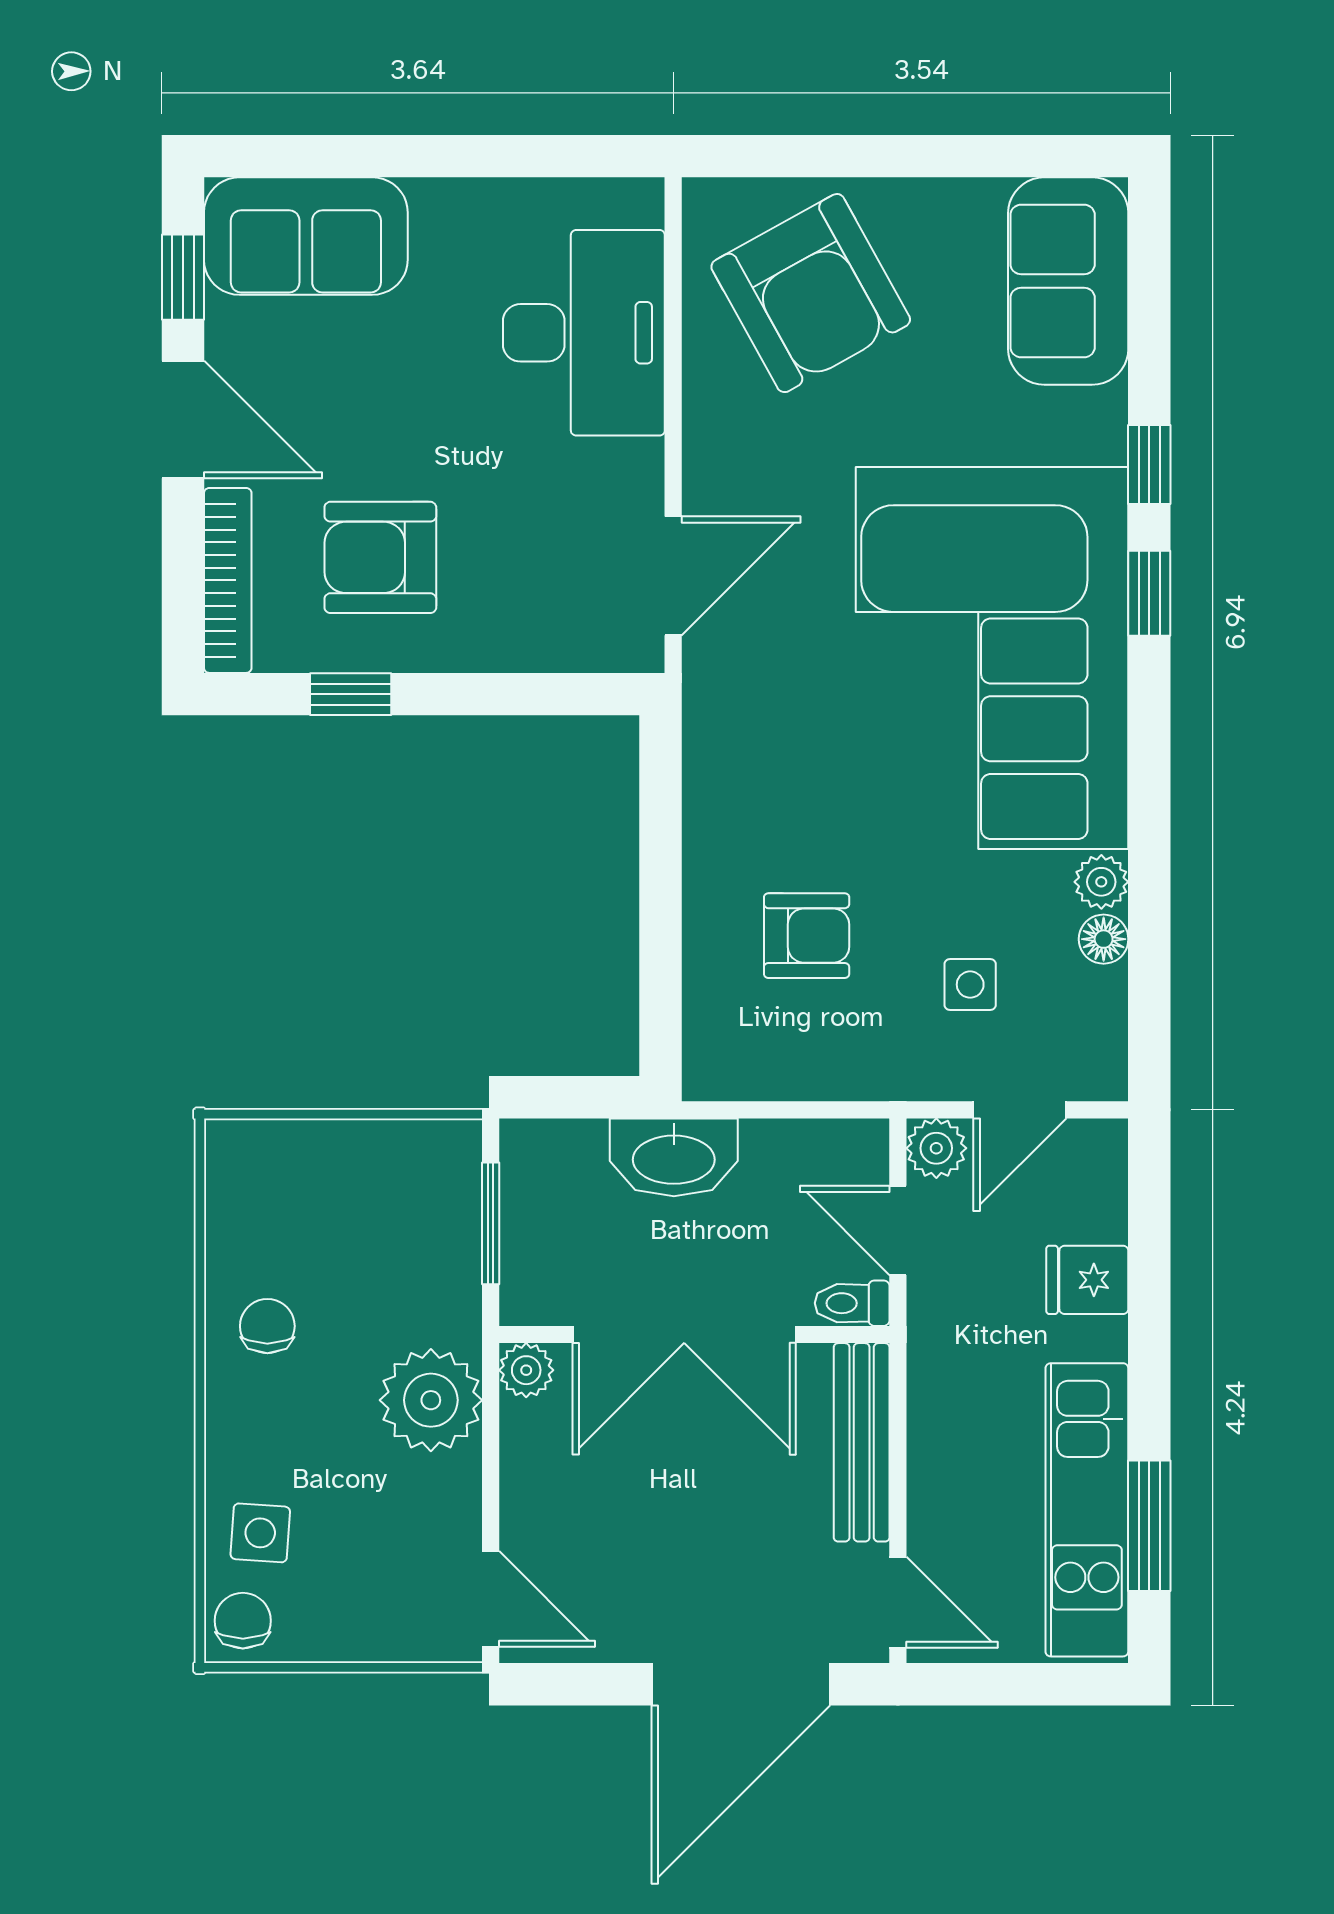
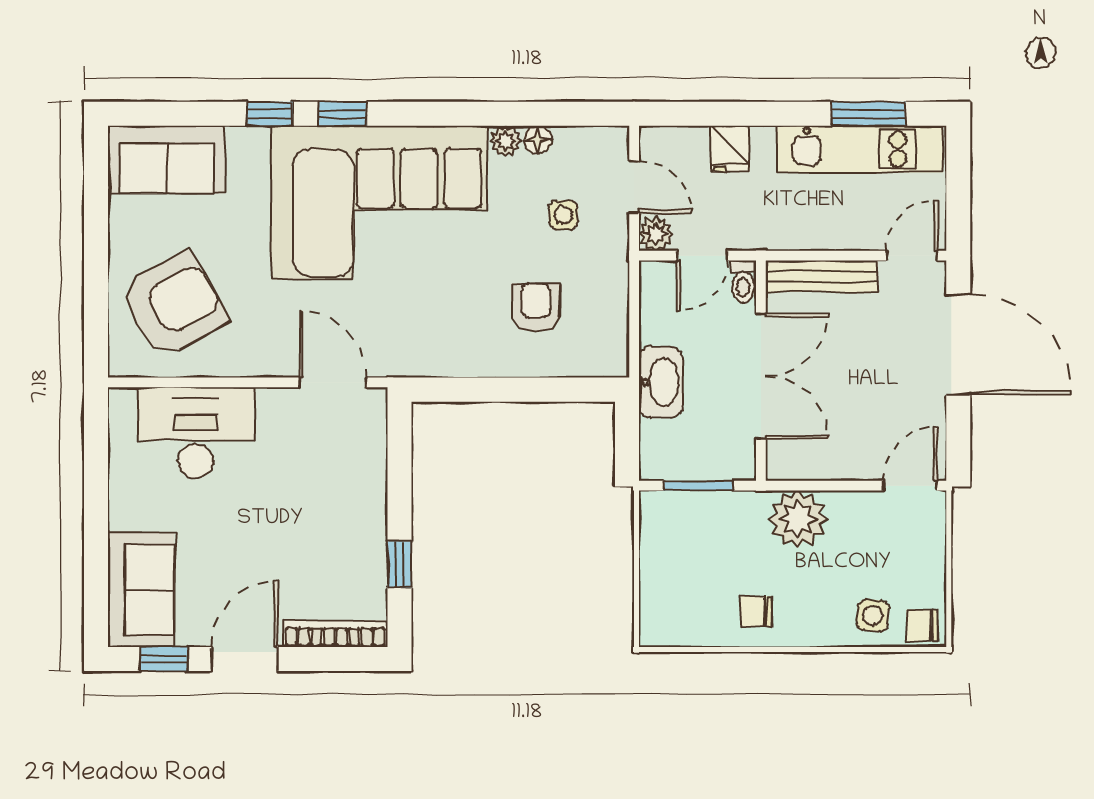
armchair: (380, 557) -> (322, 548), removed
plant: (526, 1370) -> (781, 465), removed

